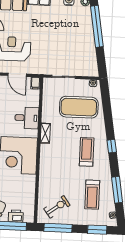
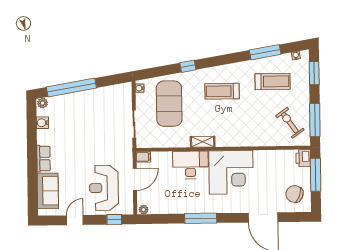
desk: (27, 118) -> (190, 165), width x1.37
window: (112, 146) -> (188, 66), moved
printer: (16, 216) -> (303, 158), moved

